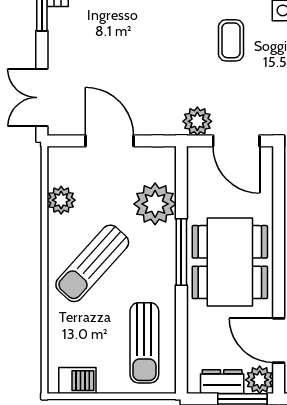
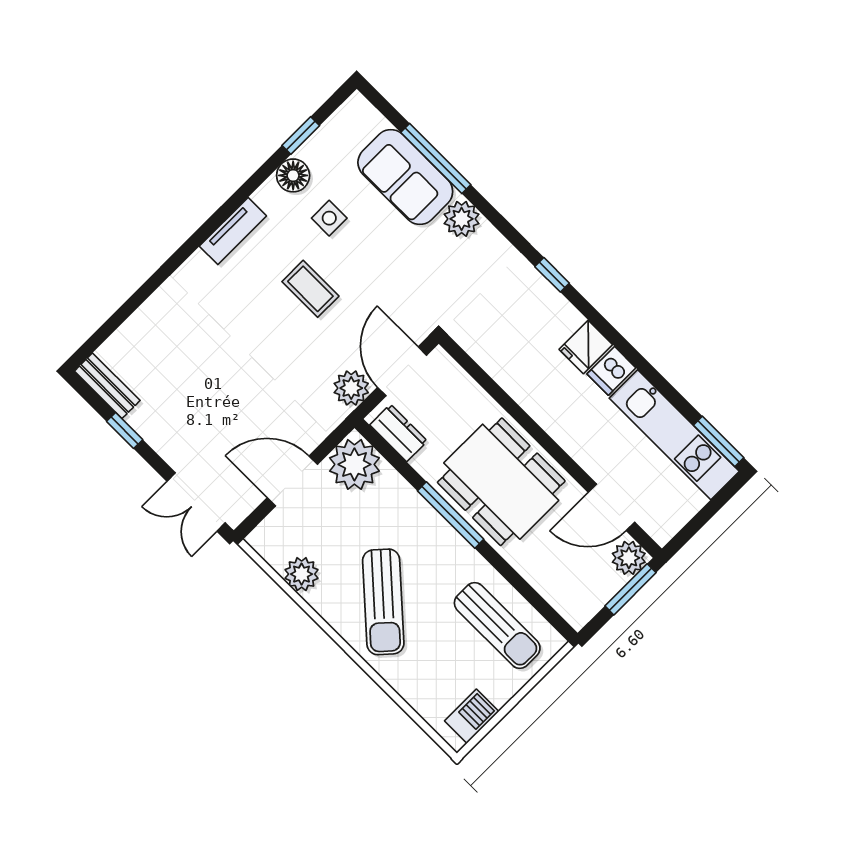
door: (236, 141) -> (402, 371), swing flipped
plant: (155, 204) -> (354, 464), moved
dresser: (222, 382) -> (399, 433), moved, turned 90

